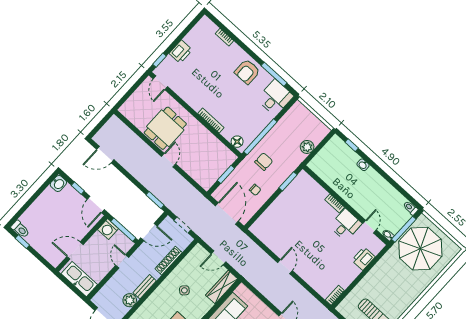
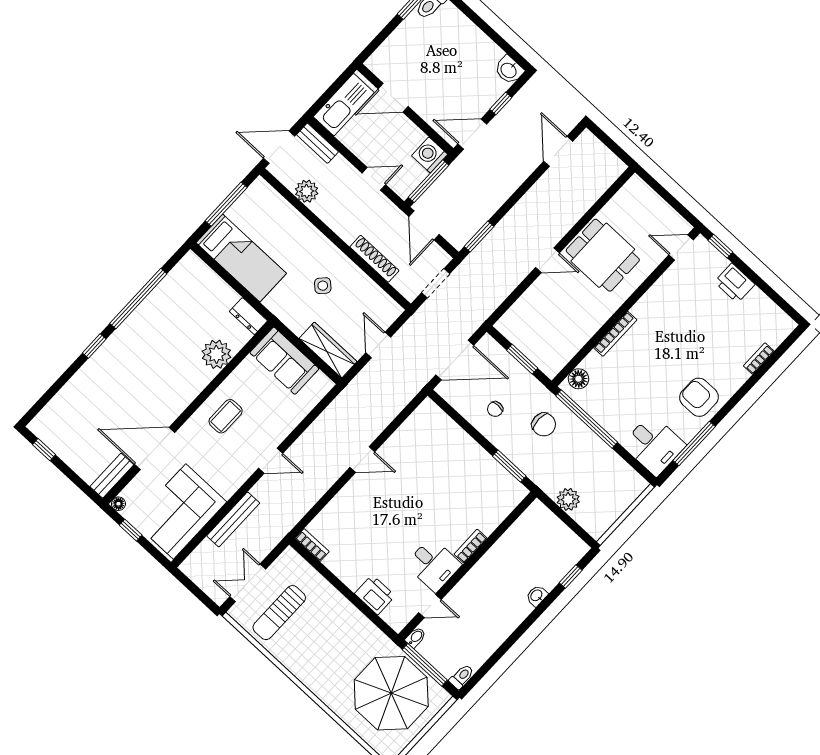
door: (75, 251) -> (393, 98), swing flipped
bench: (145, 287) -> (317, 143), moved

